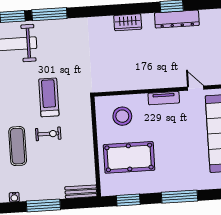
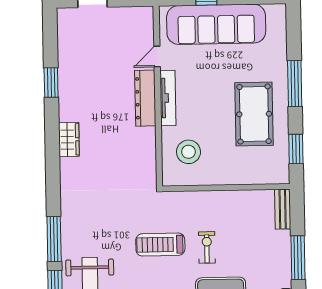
dresser: (177, 19) -> (145, 98), moved, turned 180
tv unit: (164, 98) -> (168, 98), width x1.41
pool table: (129, 157) -> (254, 114), moved

